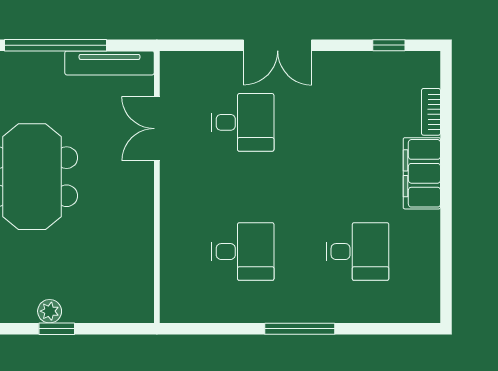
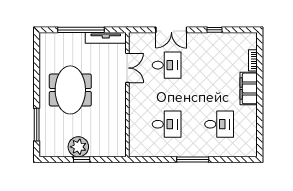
double door: (278, 45) -> (171, 30), moved
window: (389, 45) -> (215, 30), moved
double door: (157, 129) -> (127, 68), swing flipped
plant: (50, 311) -> (78, 147), width x1.87, depth x1.87

